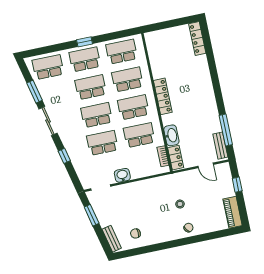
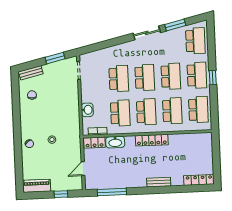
bench: (220, 146) -> (159, 182), moved
window: (64, 156) -> (113, 42), removed
washbasin: (122, 175) -> (87, 110), moved

